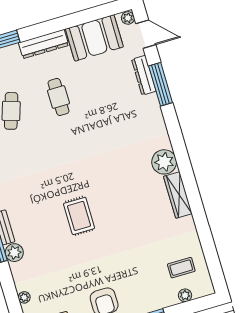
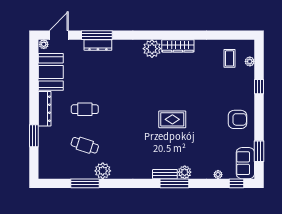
dresser: (144, 75) -> (98, 45), moved

